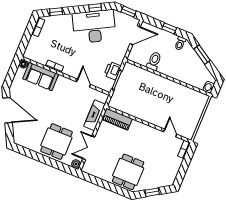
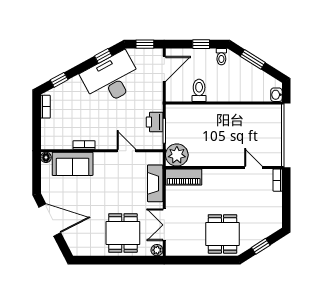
plant: (119, 101) -> (177, 155), added

